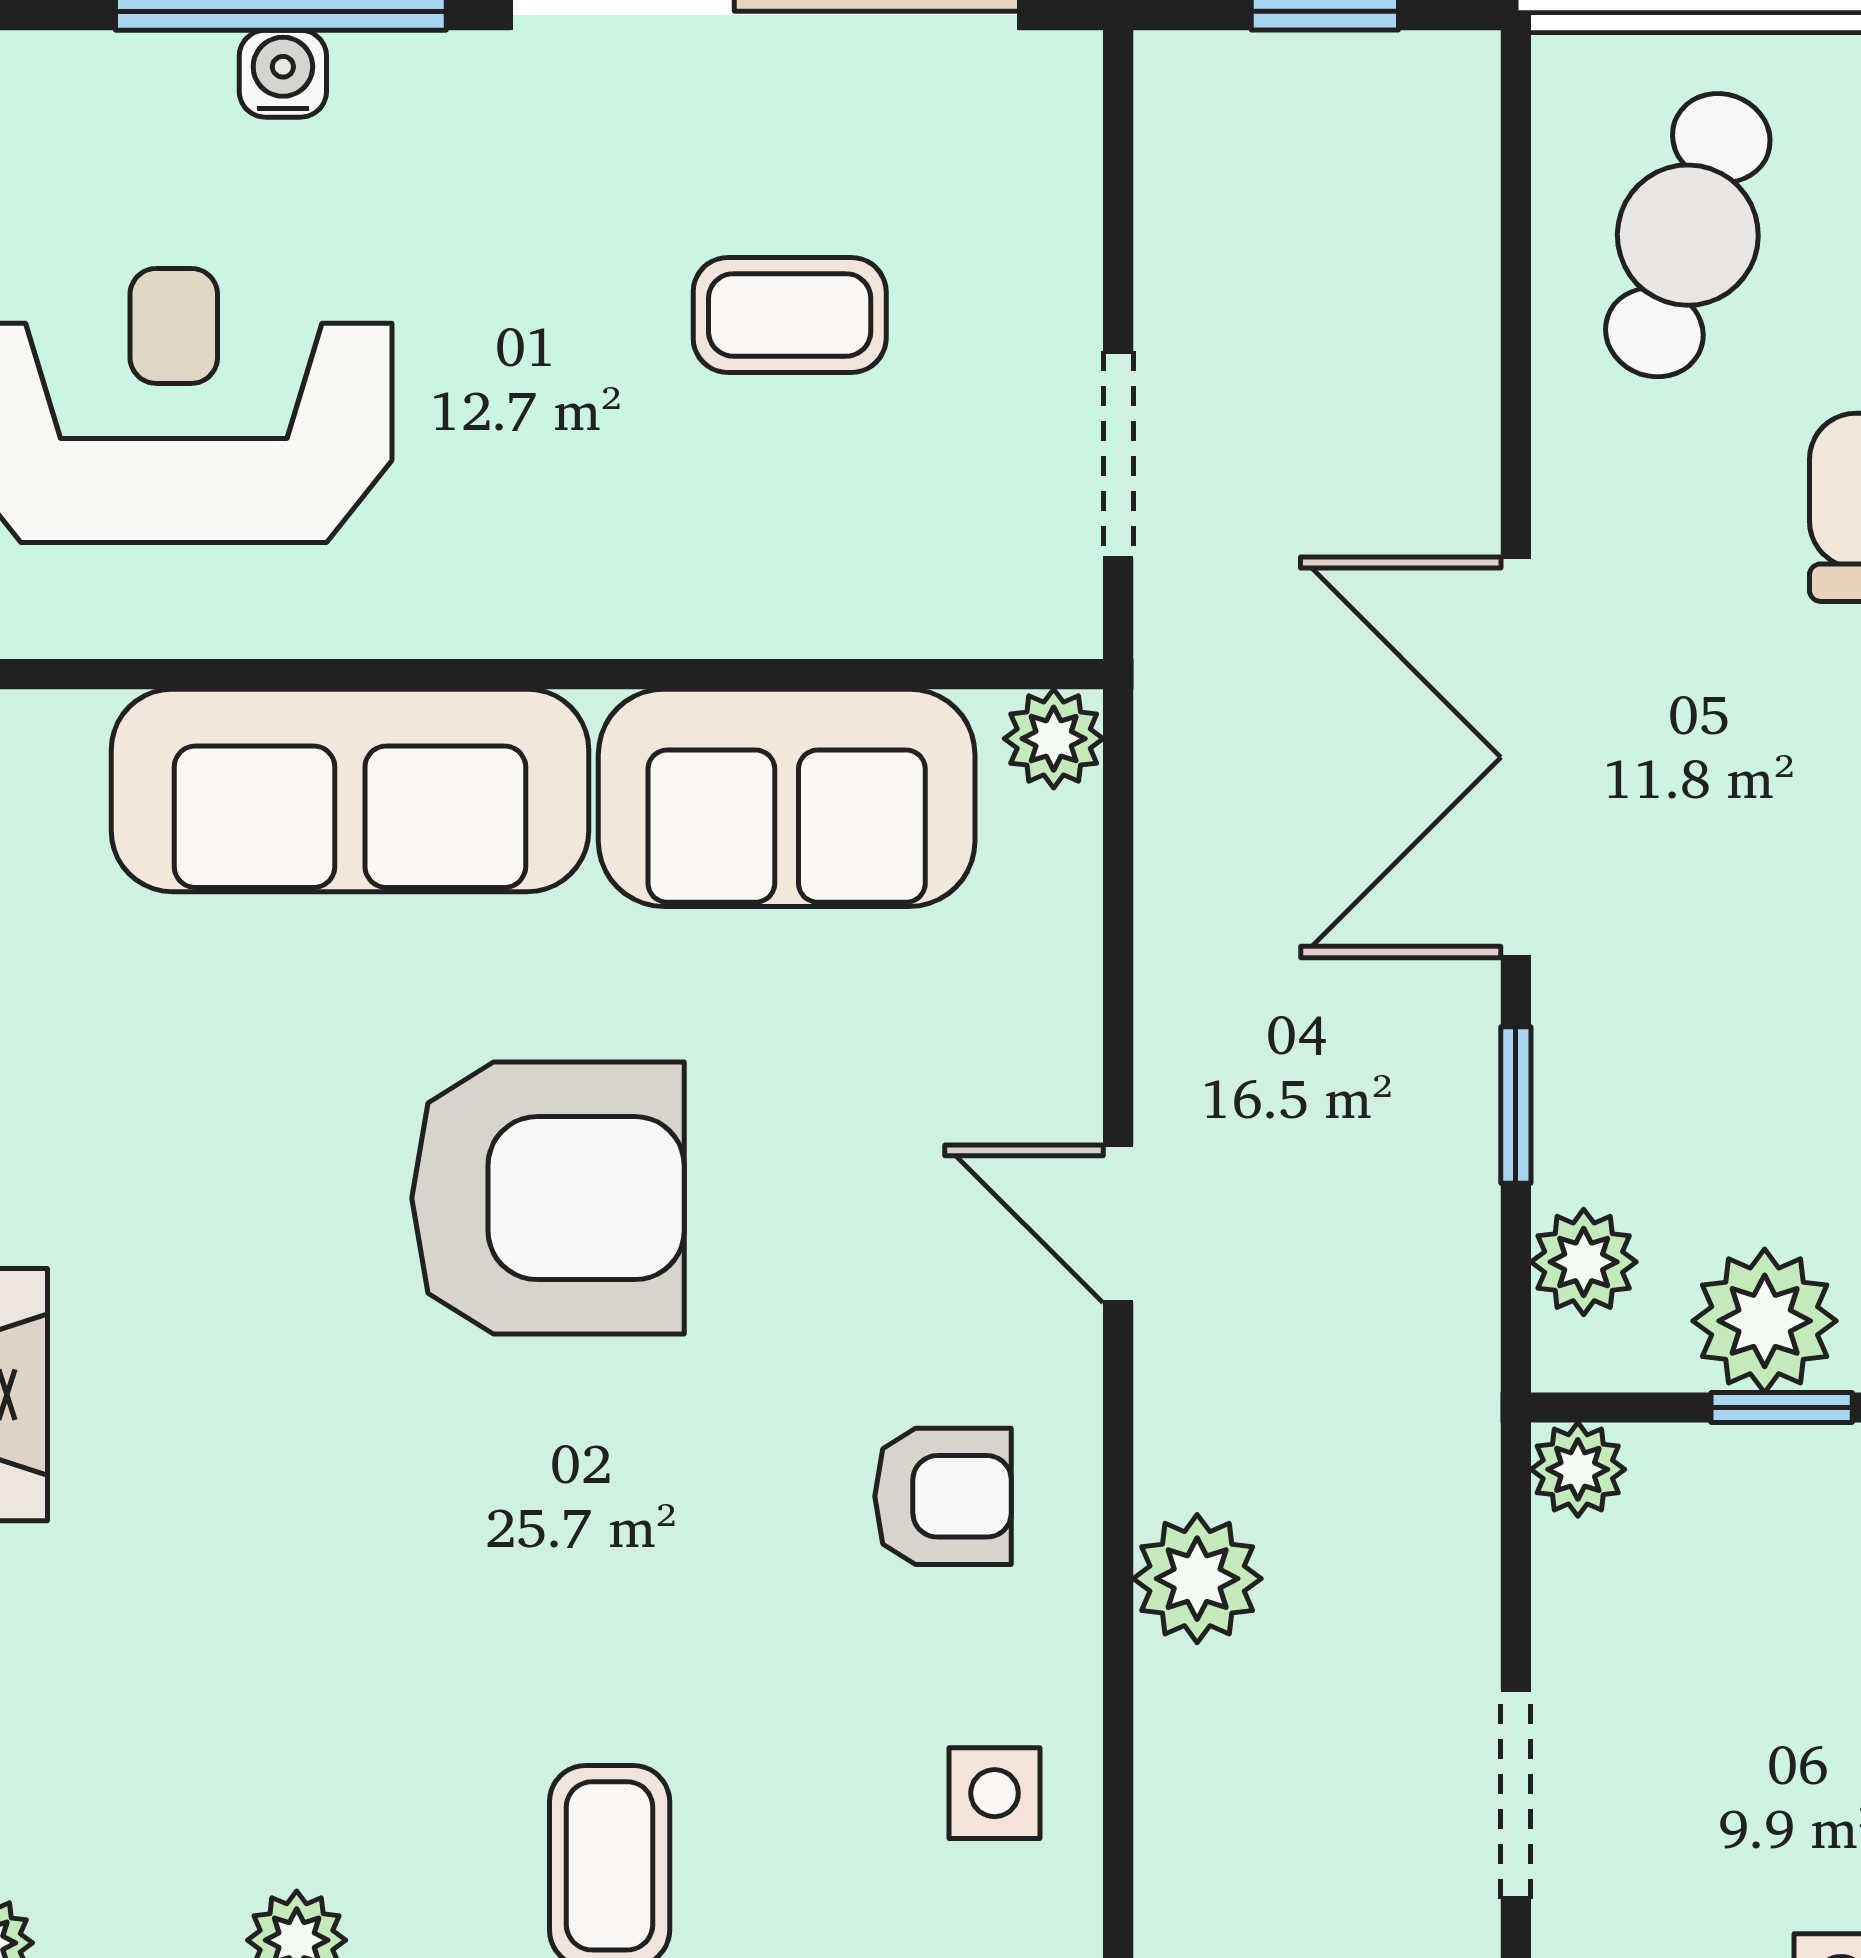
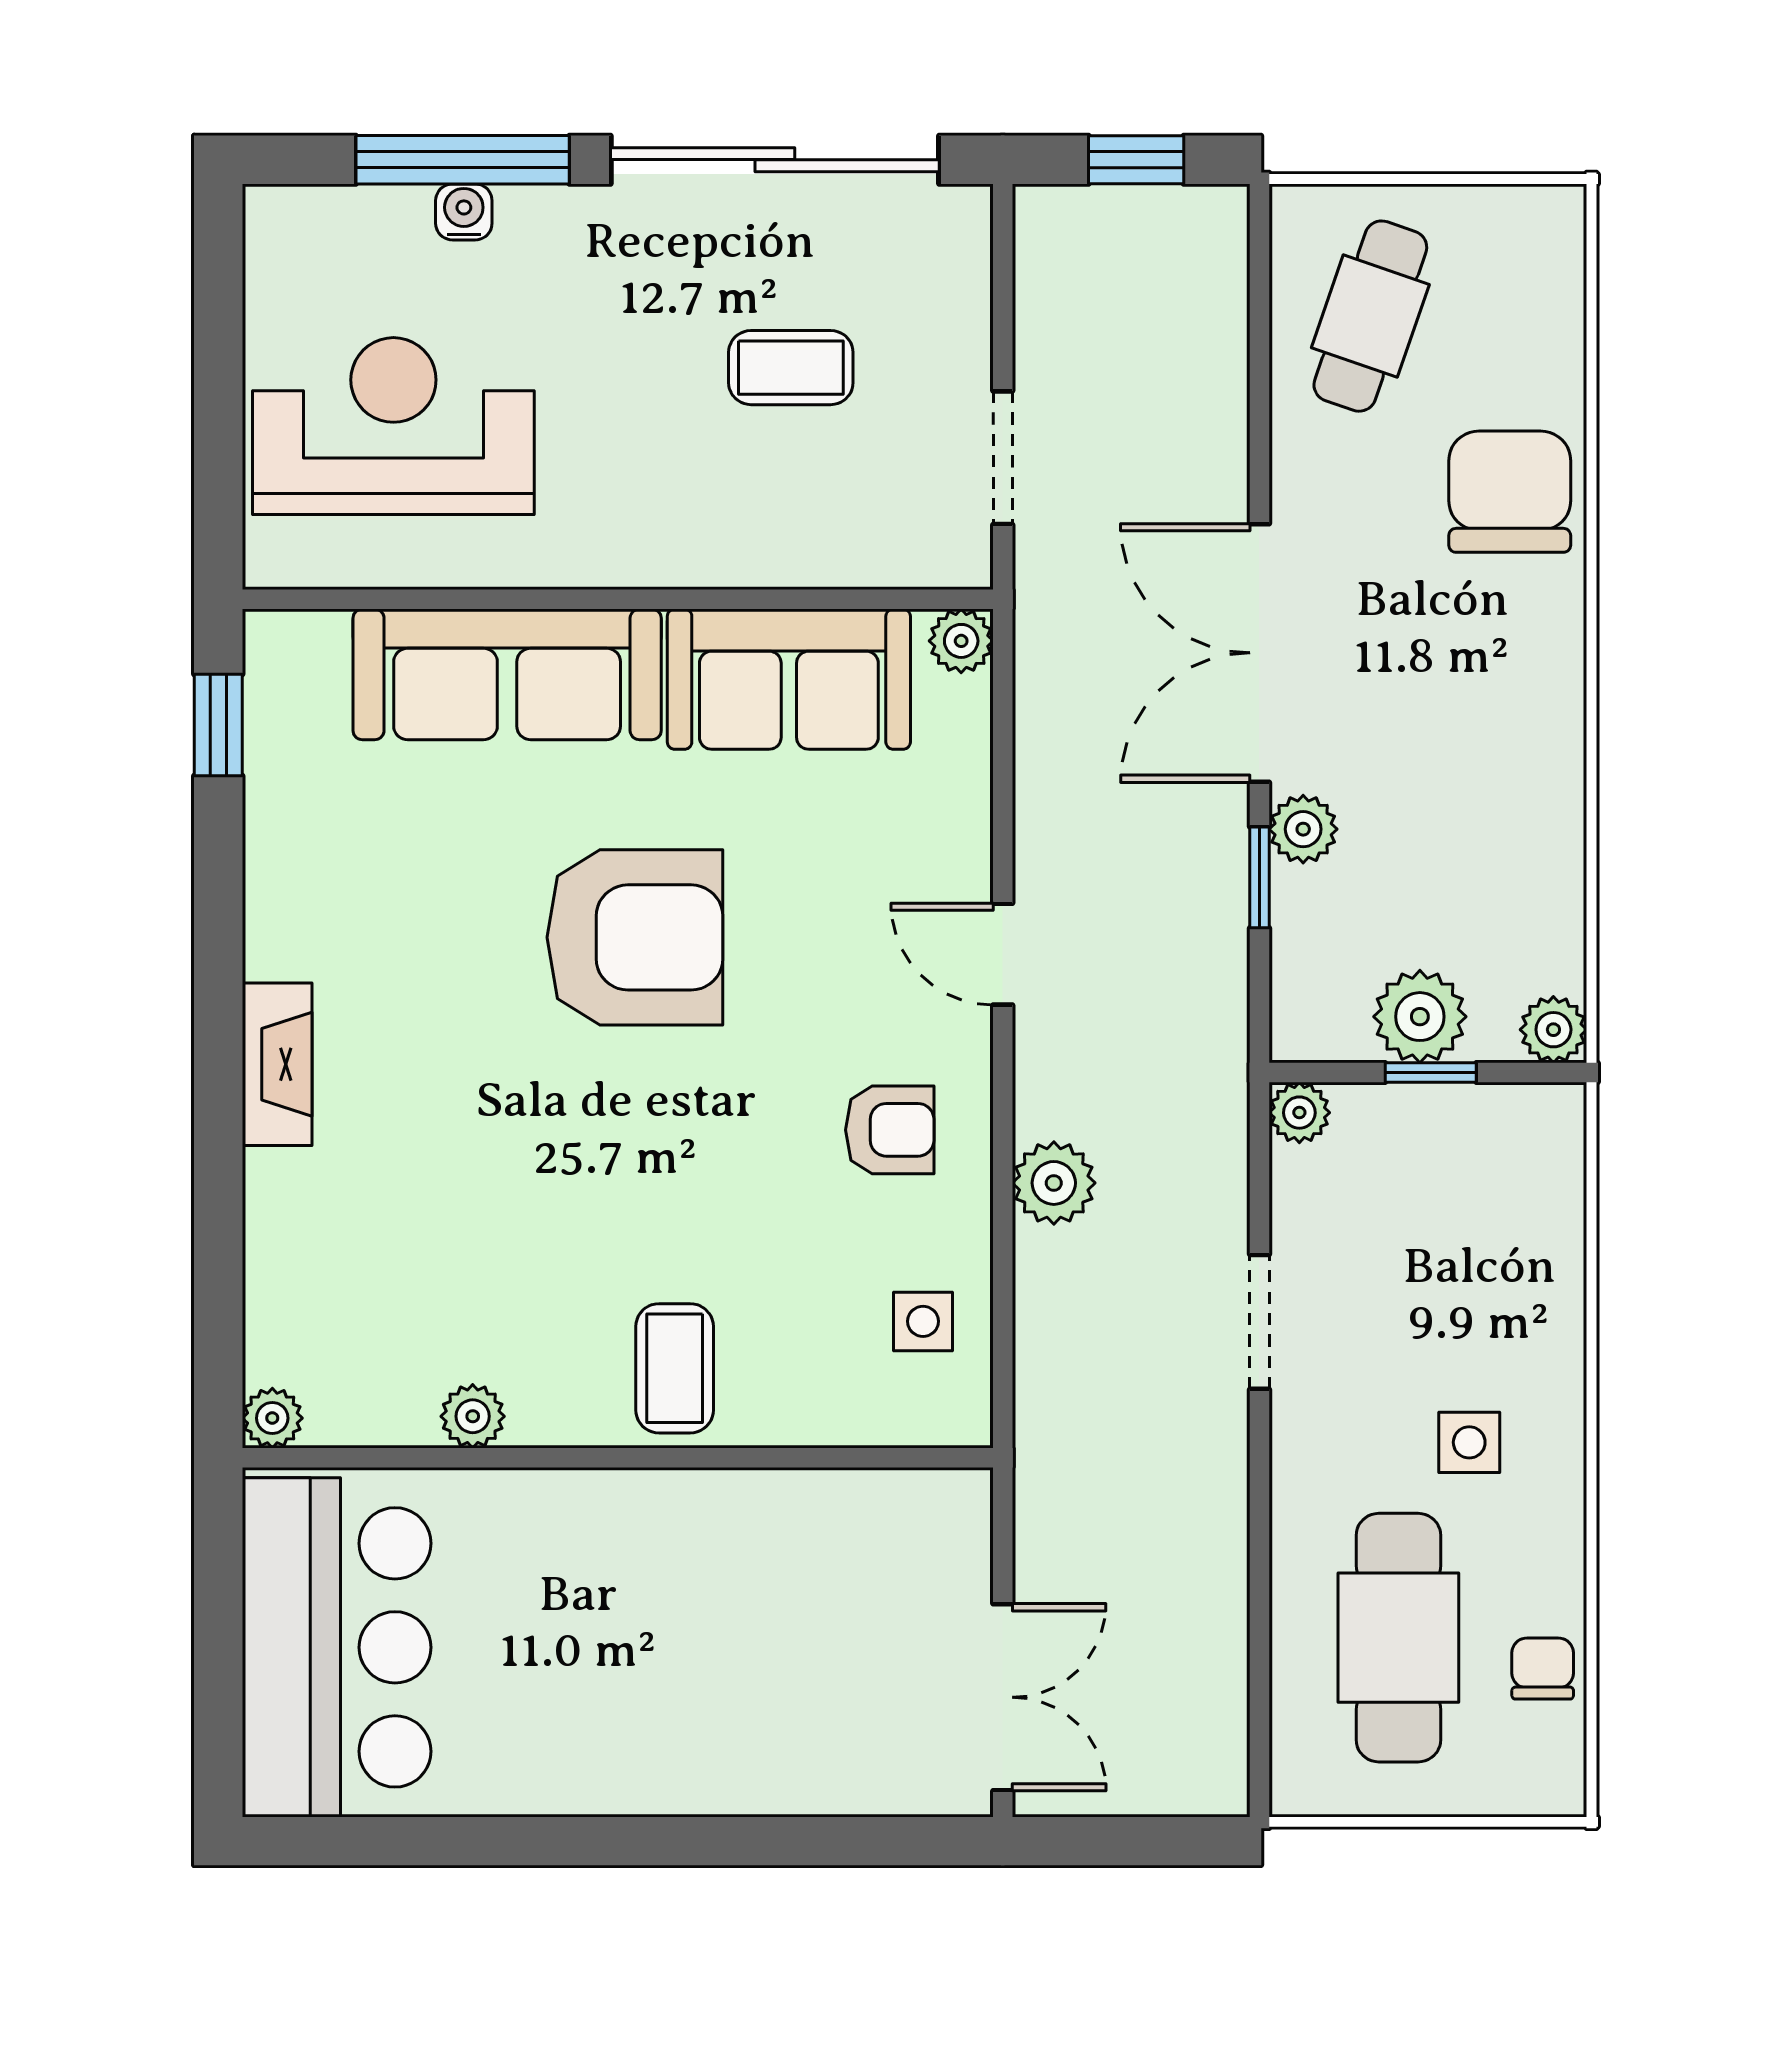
plant: (1584, 1262) -> (1303, 829), moved

